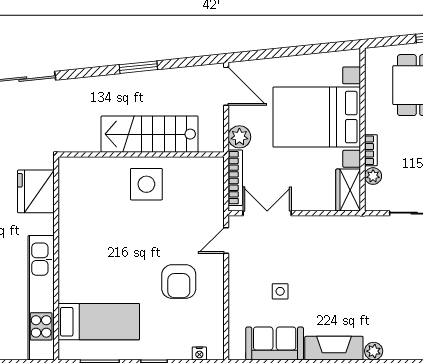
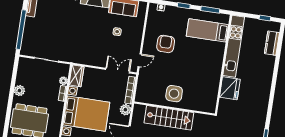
fridge: (36, 191) -> (230, 88), moved
double door: (267, 213) -> (118, 71), swing flipped

